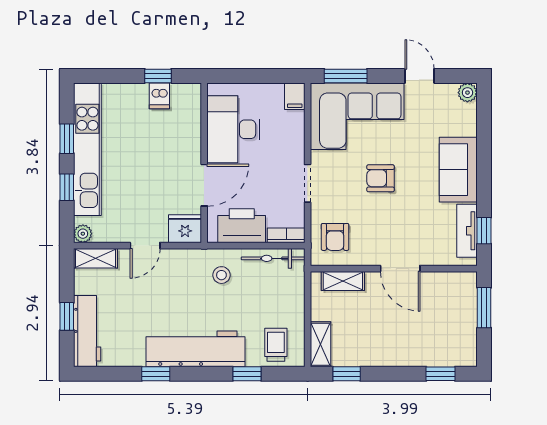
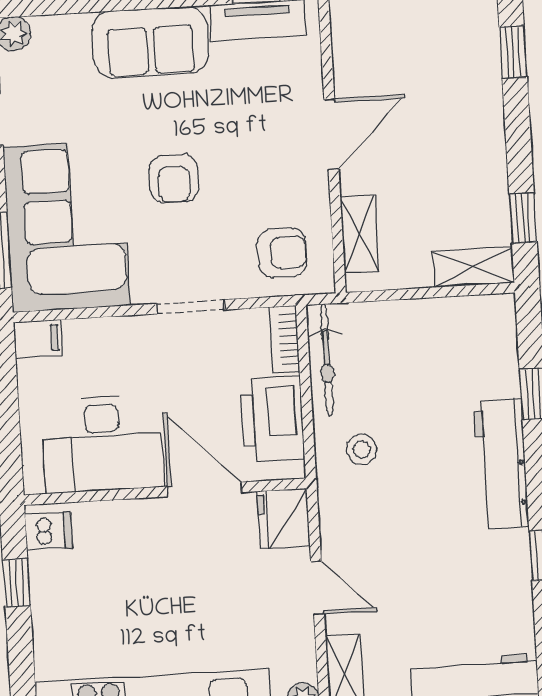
dishwasher: (159, 96) -> (49, 531), moved
trolley: (276, 345) -> (479, 346), removed
workbench: (195, 349) -> (501, 464), width x0.73, depth x0.76

